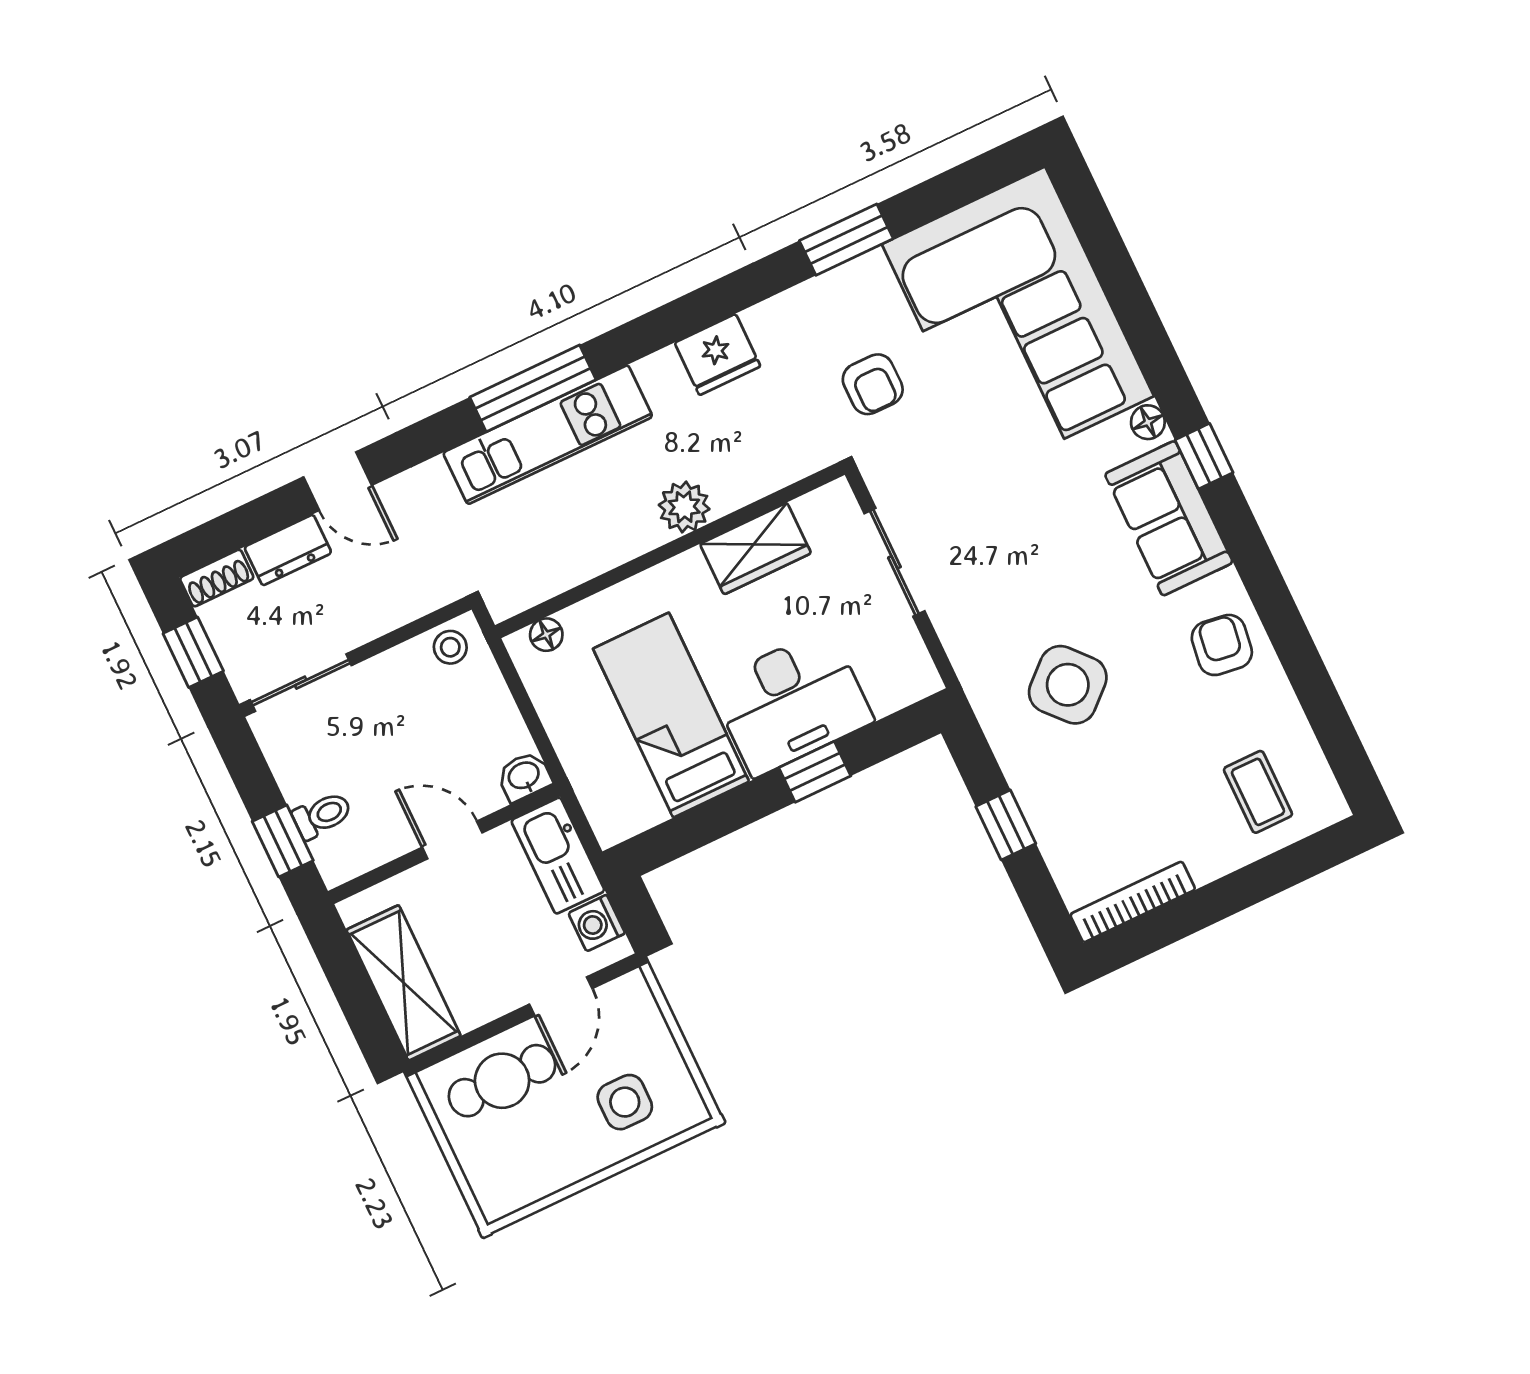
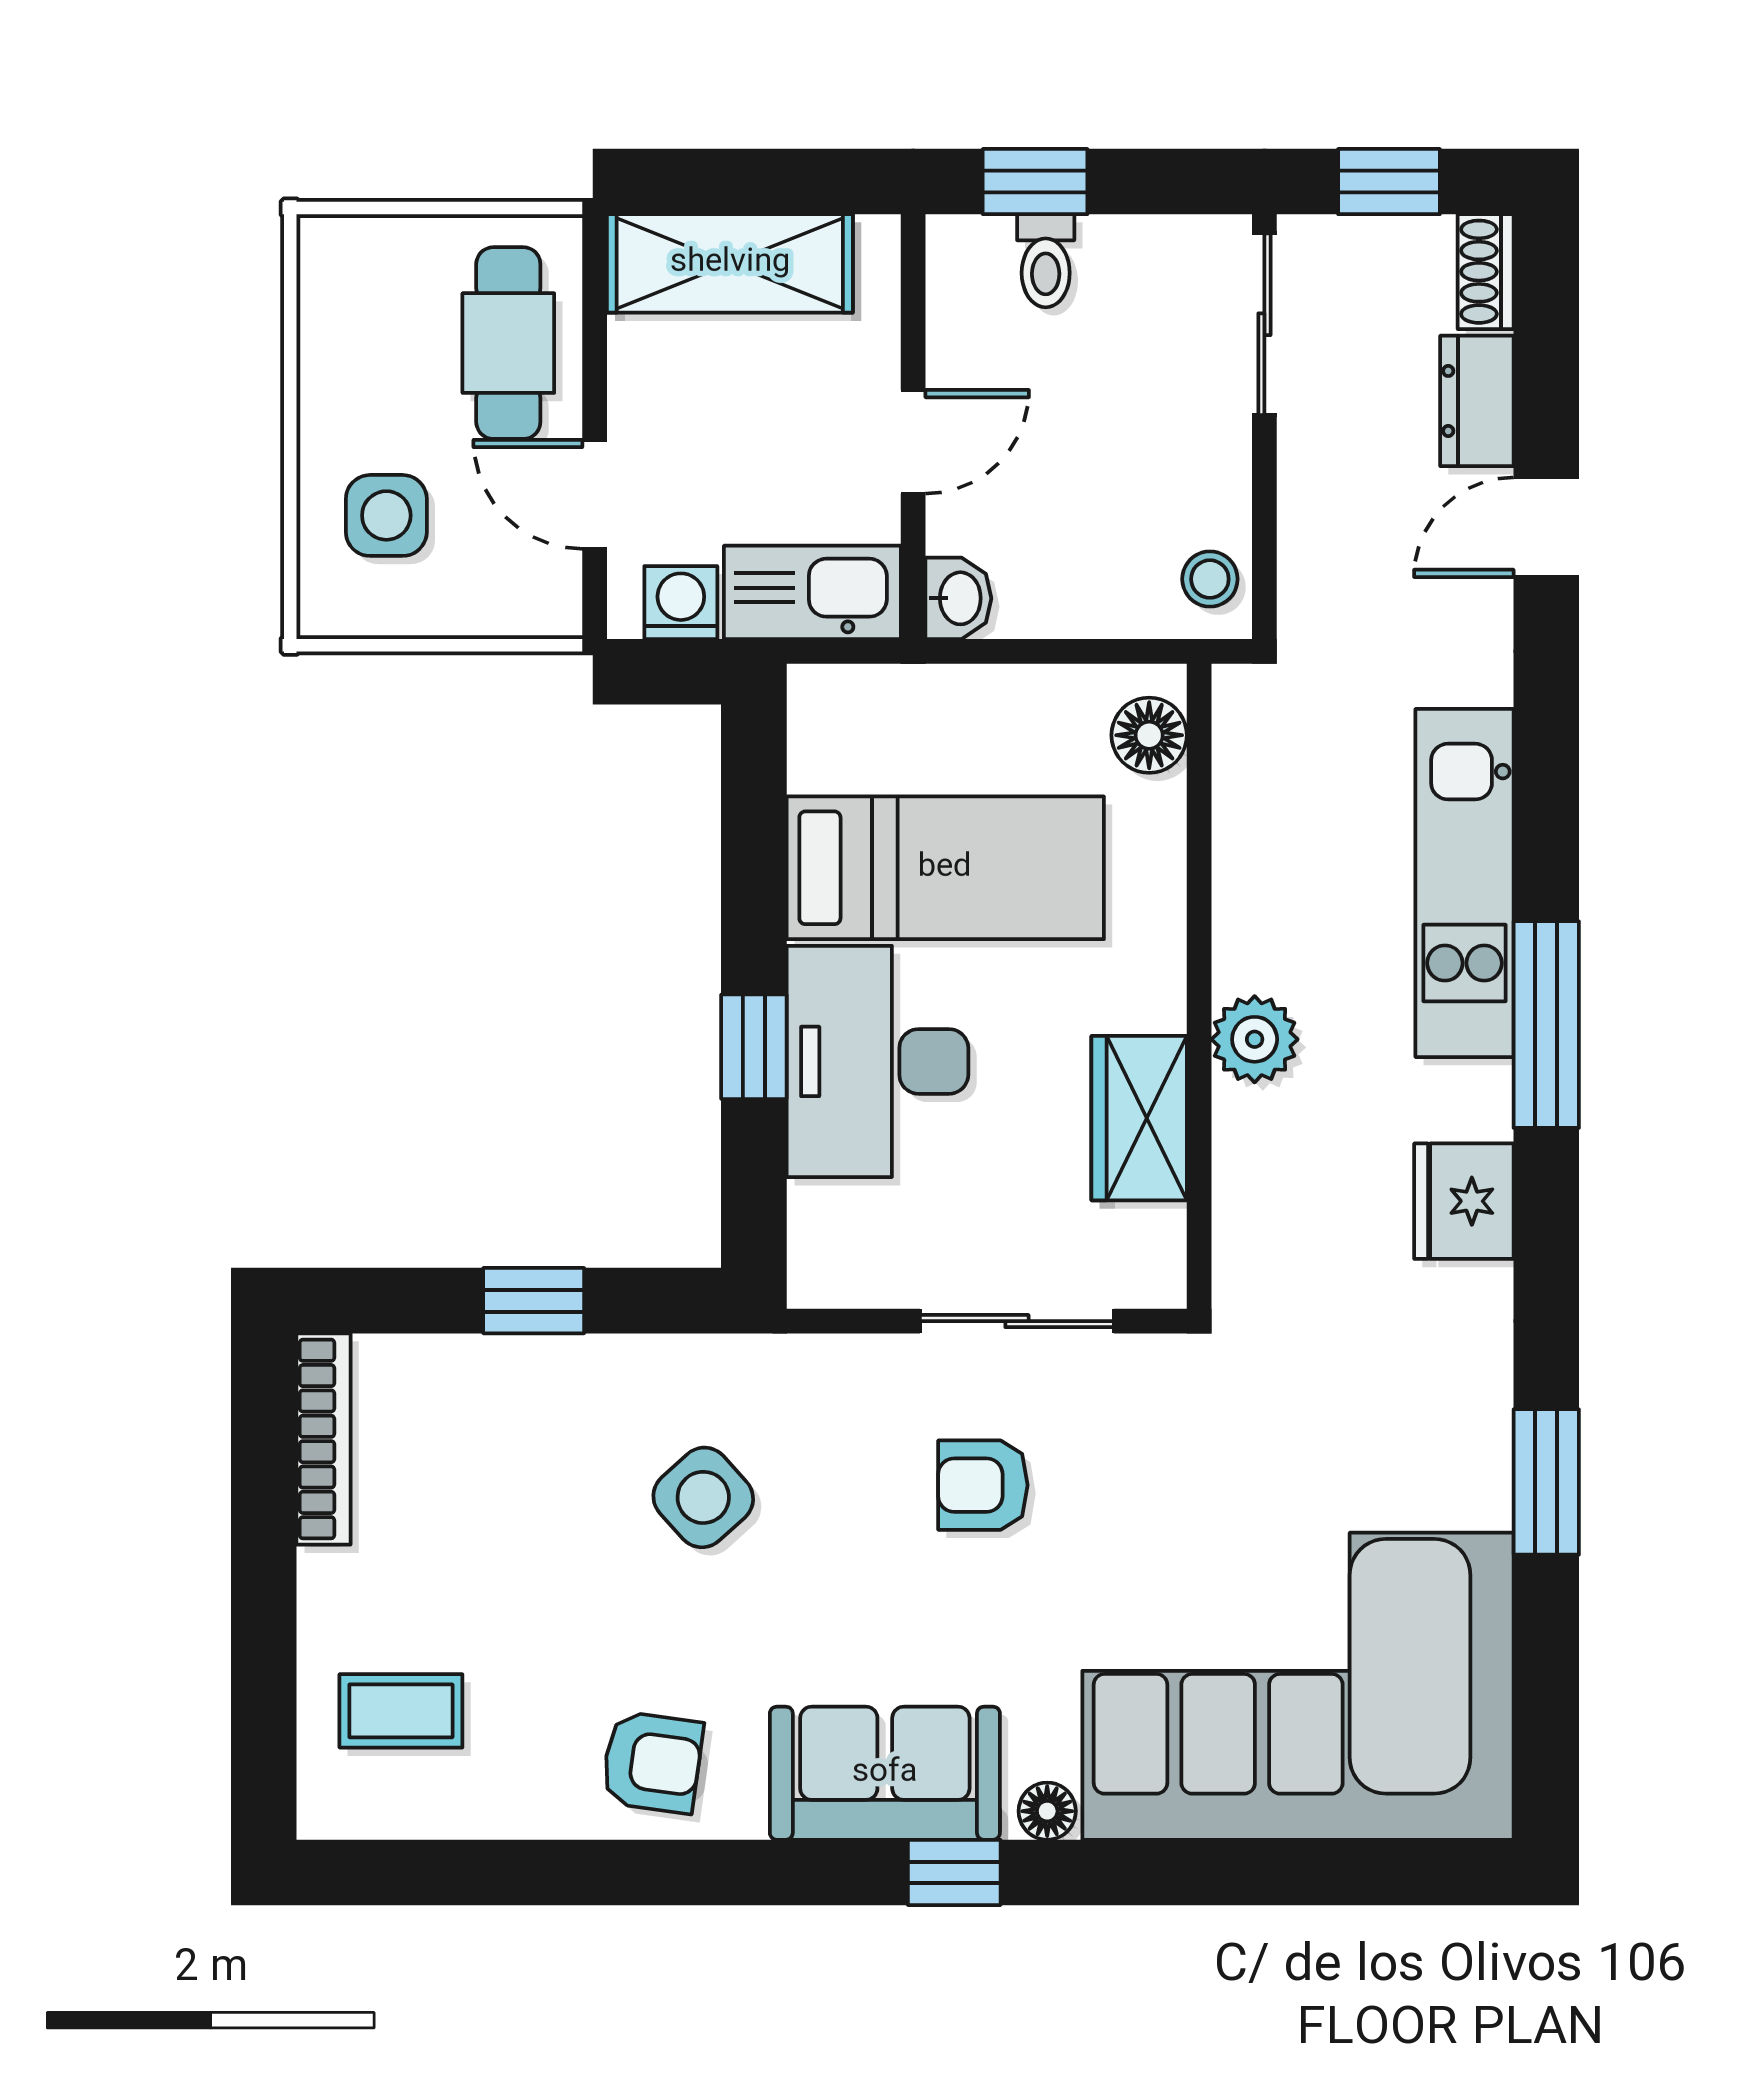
armchair: (873, 384) -> (983, 1485), moved
window: (533, 388) -> (1546, 1025), moved
floor lamp: (546, 635) -> (1149, 735), width x1.37, depth x1.37
side table: (1068, 685) -> (703, 1497), width x0.73, depth x0.73

